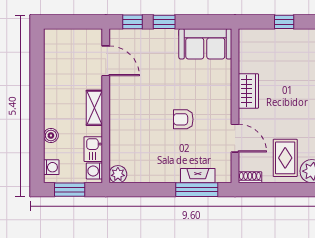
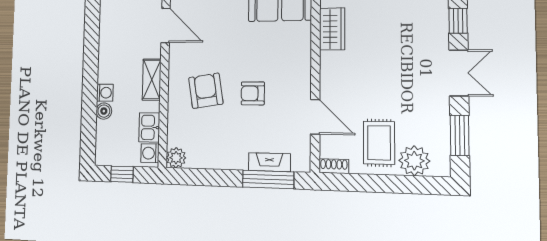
wardrobe: (248, 91) -> (332, 29), moved
armchair: (143, 117) -> (206, 91), added
washing machine: (51, 167) -> (105, 93), moved
window: (70, 190) -> (122, 174), width x0.67

